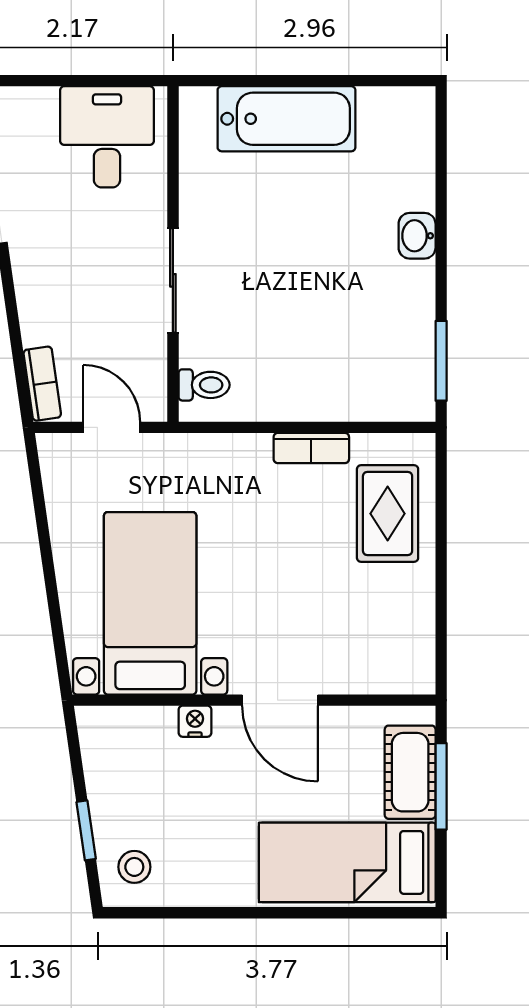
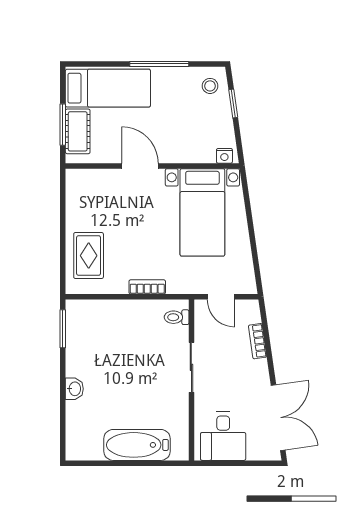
bookcase: (42, 384) -> (258, 341), moved
bookcase: (311, 448) -> (147, 287), moved
nightstand: (195, 721) -> (224, 156), moved
window: (240, 913) -> (159, 64), added

